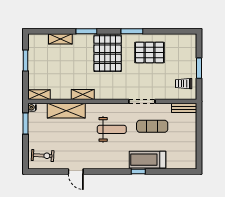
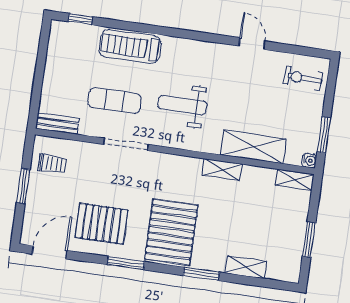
door: (178, 31) -> (49, 252), added
treadmill: (147, 160) -> (130, 47), turned 180
window: (138, 172) -> (80, 19), moved

